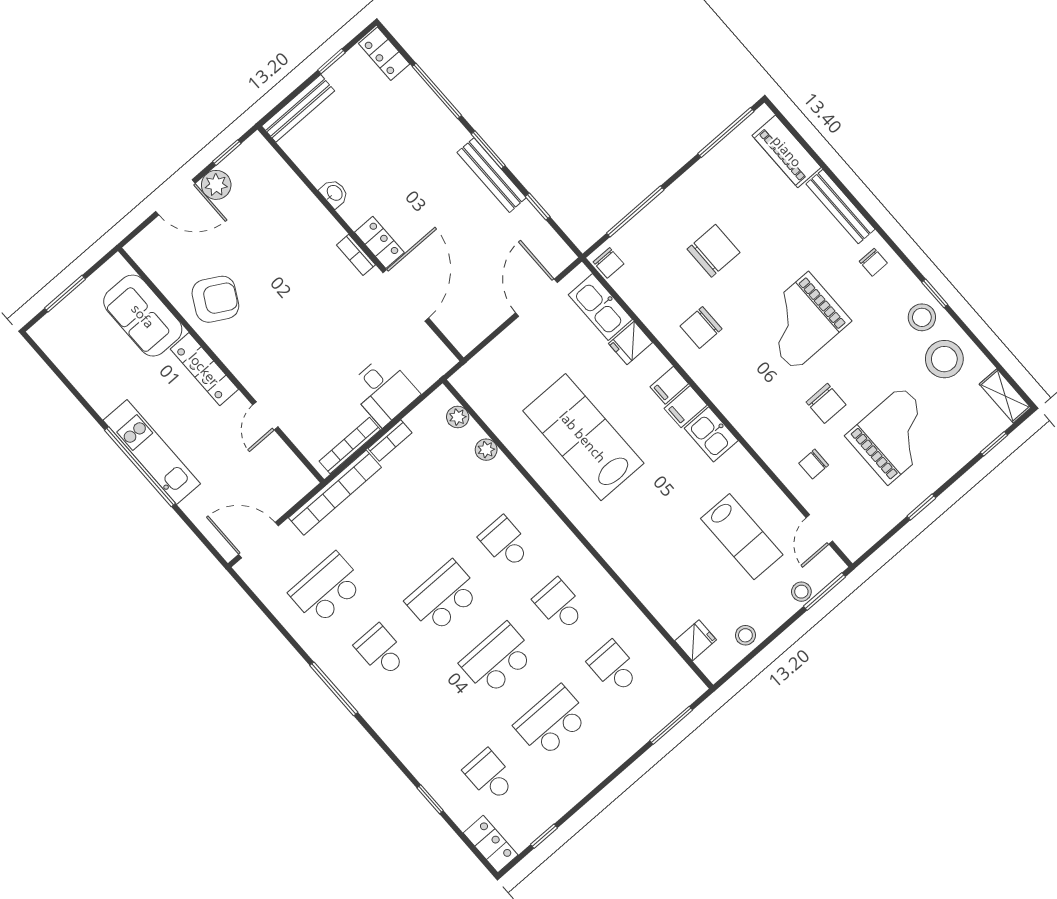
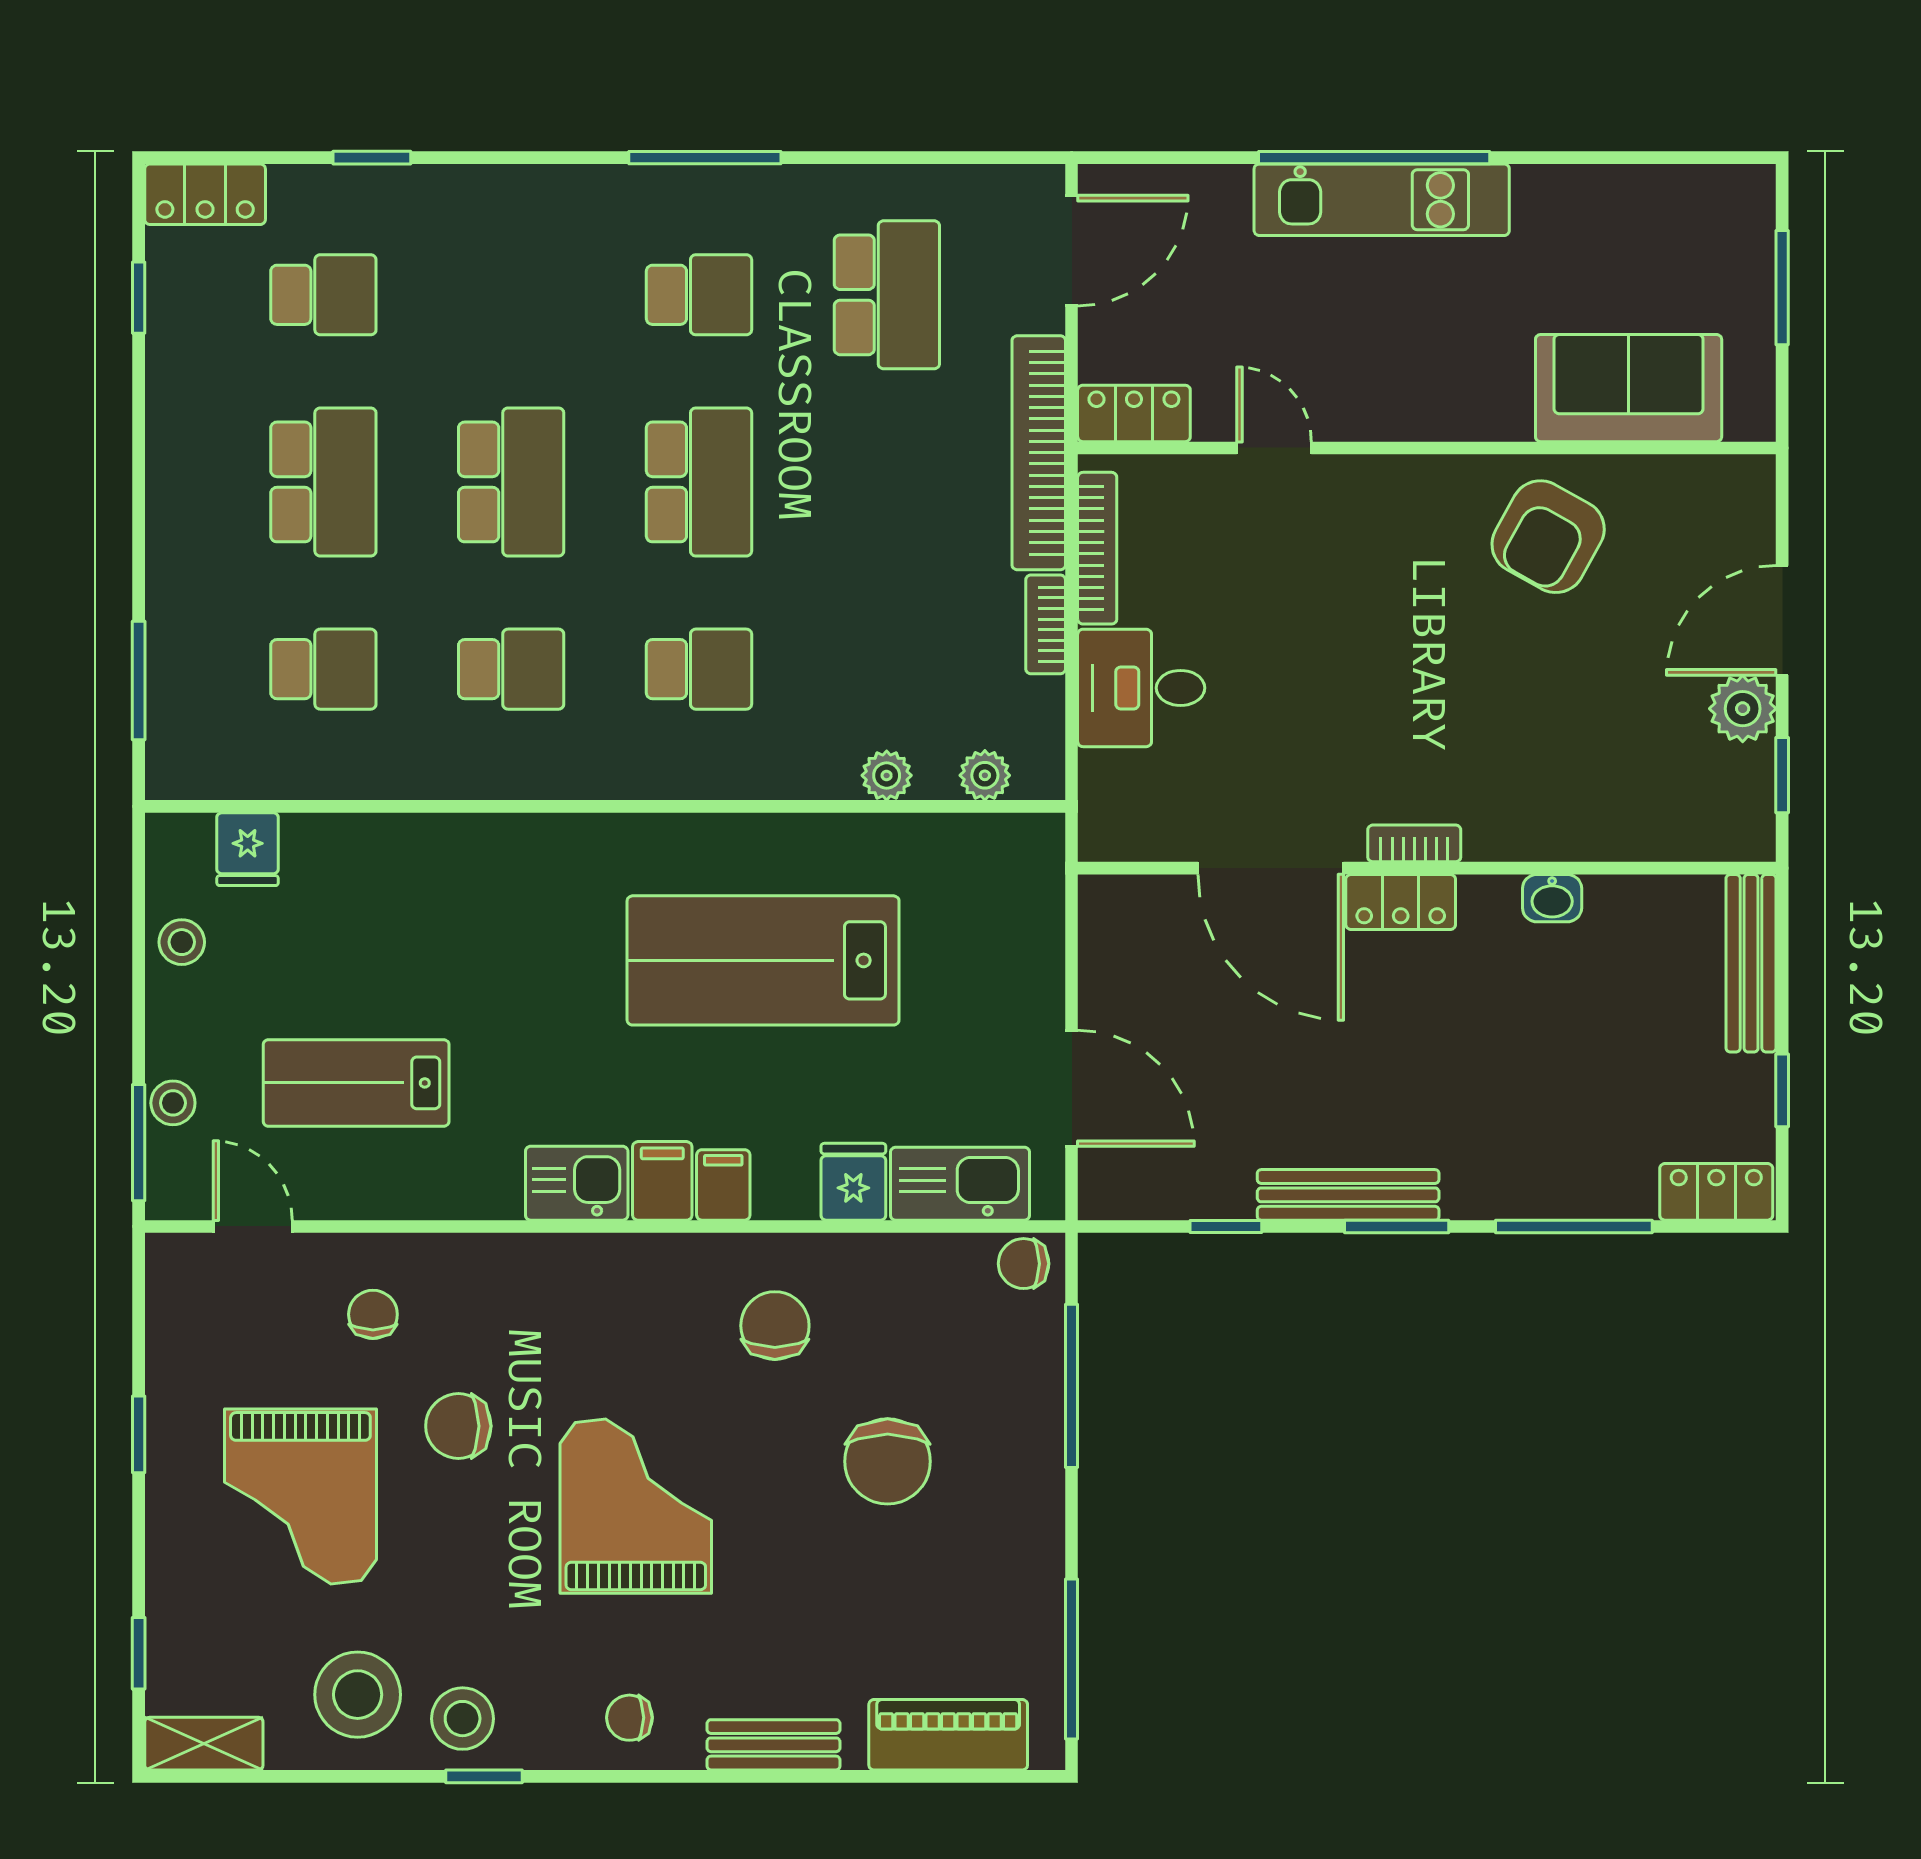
bench: (841, 207) -> (774, 1745), width x0.73
locker: (204, 369) -> (1134, 413), moved, width x0.66
lab bench: (583, 437) -> (763, 960), turned 180

